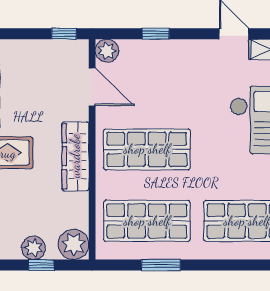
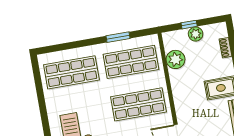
wardrobe: (75, 156) -> (180, 93), removed
plant: (73, 244) -> (176, 59), moved

